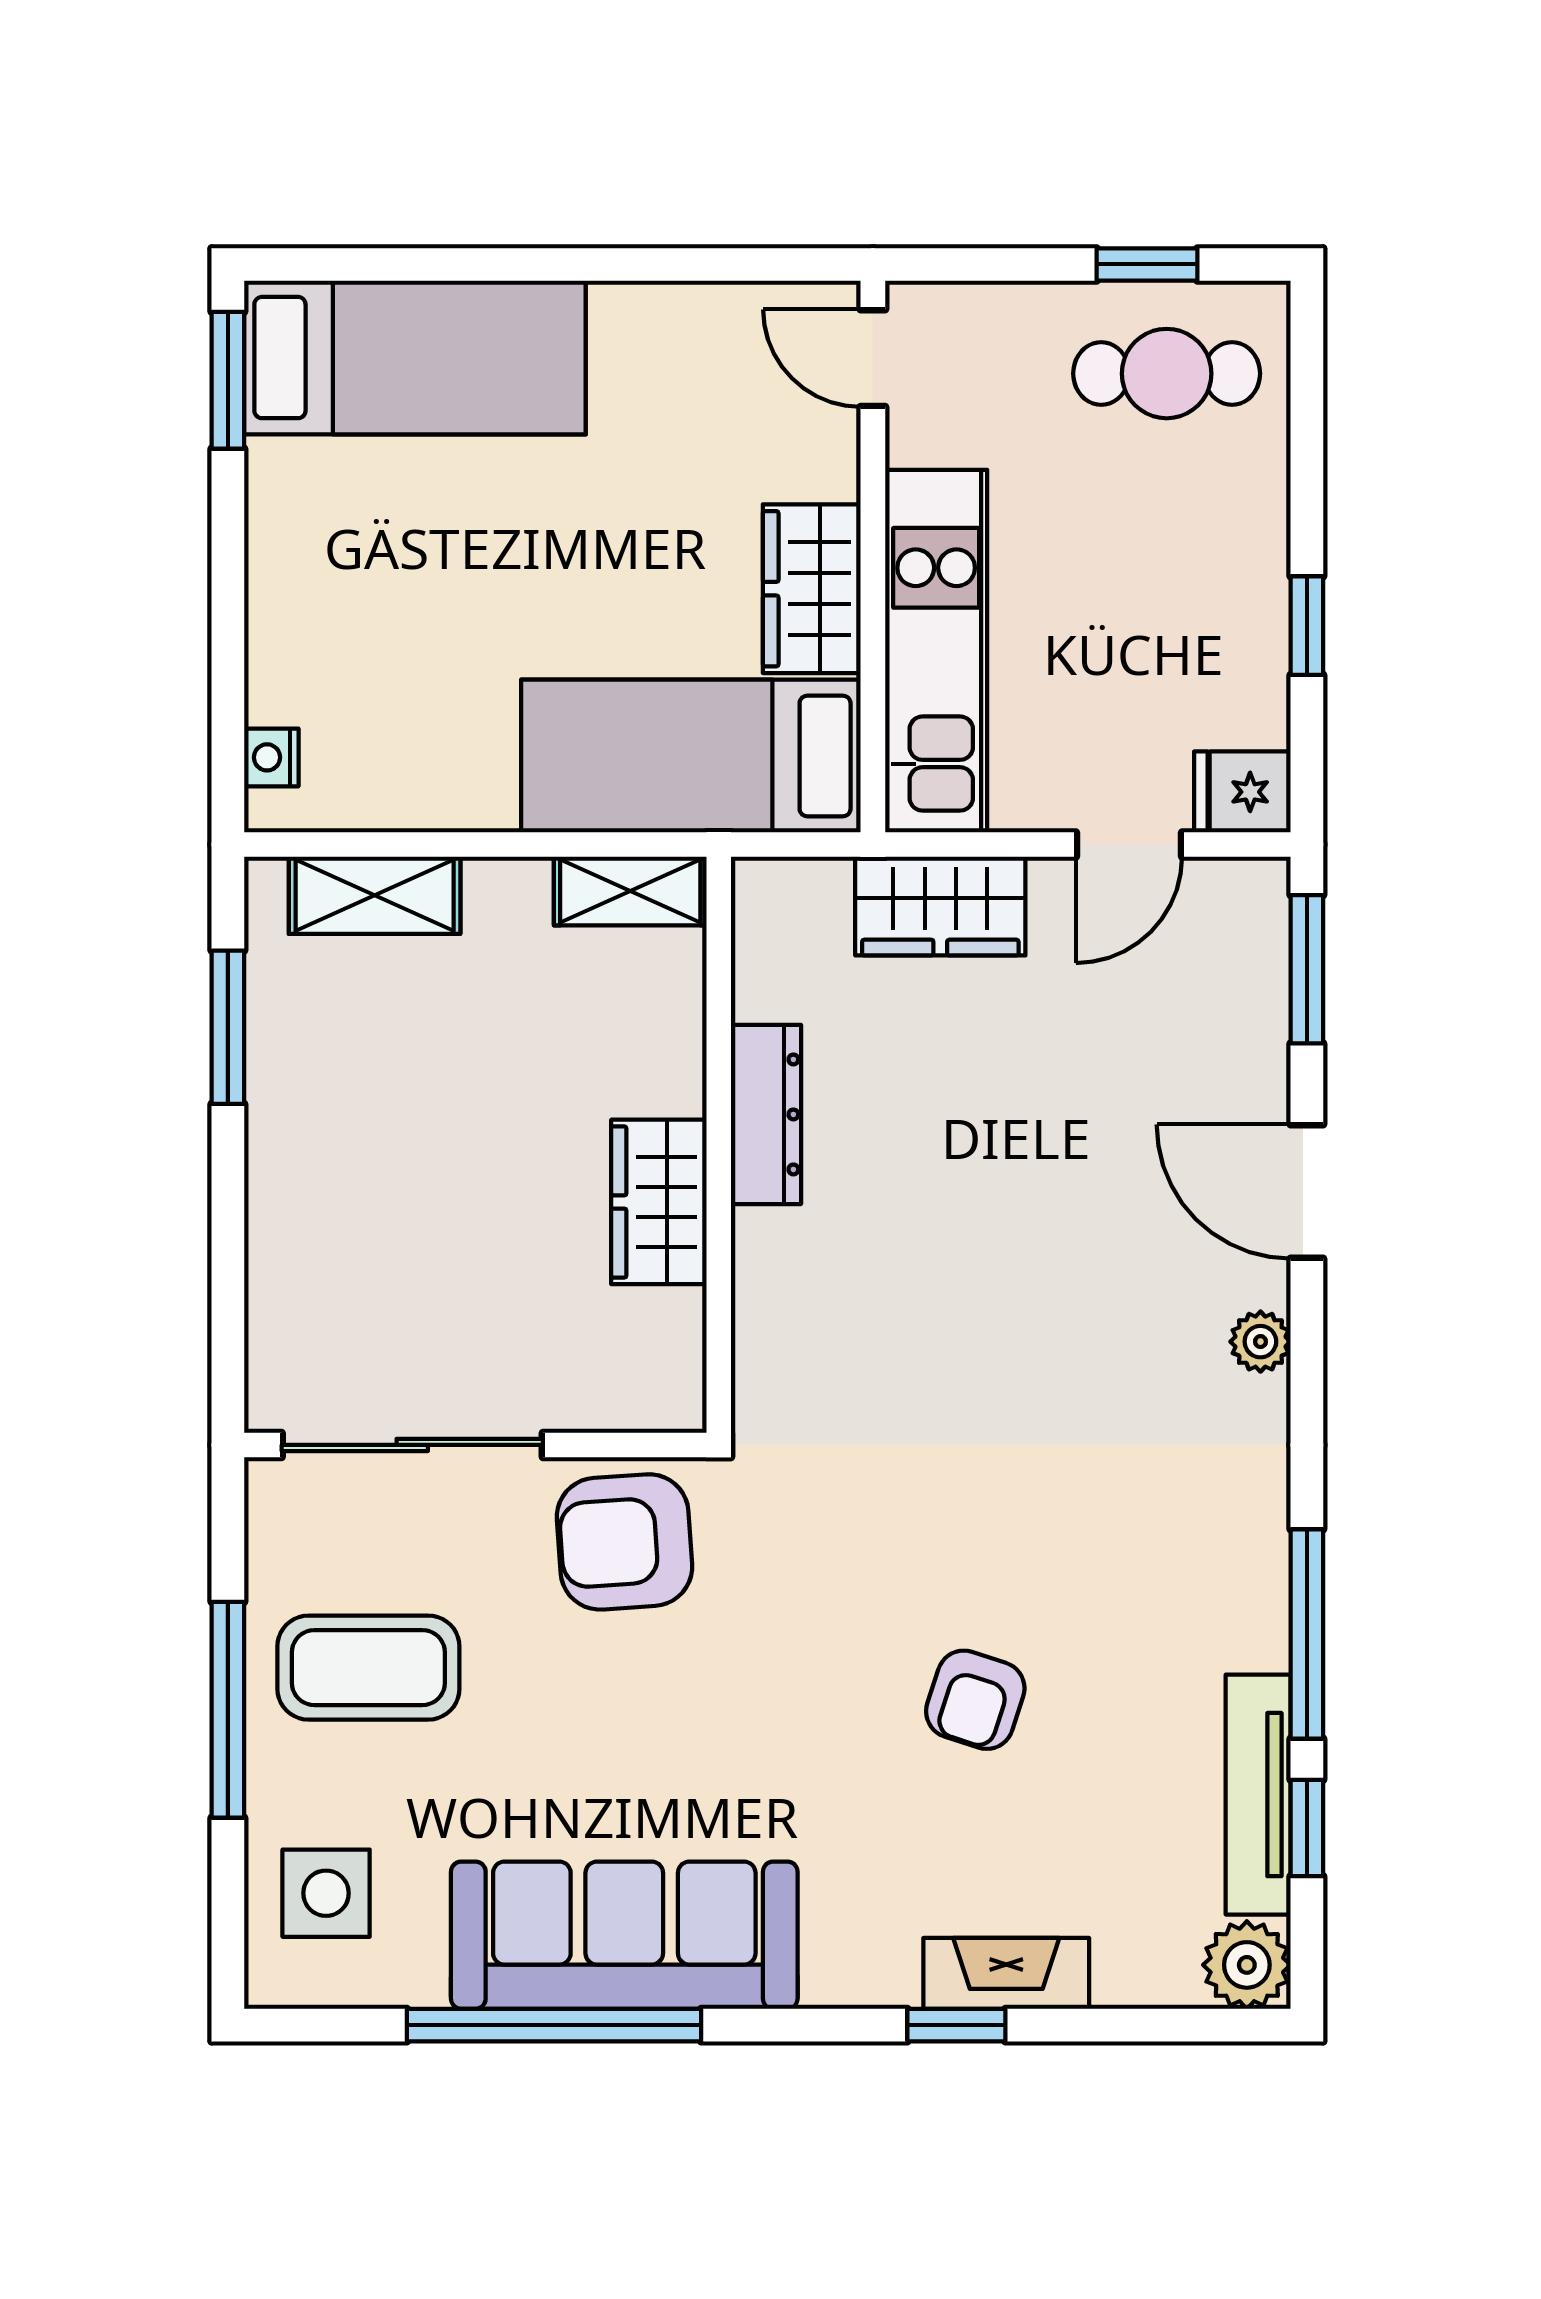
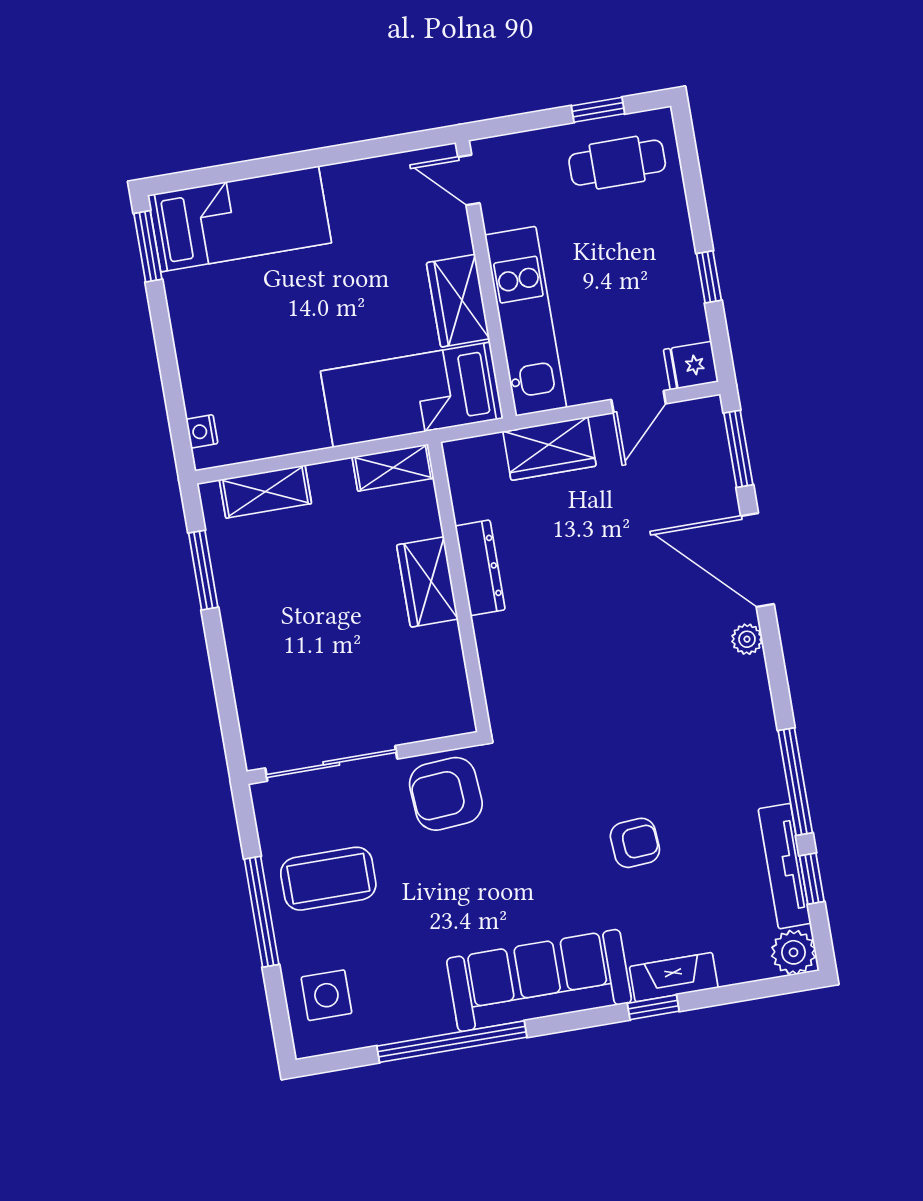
door: (1307, 1192) -> (757, 560), width x1.36
wardrobe: (659, 1202) -> (427, 582), moved
armchair: (975, 1700) -> (635, 843), turned -112
sofa: (624, 1935) -> (539, 980), moved

